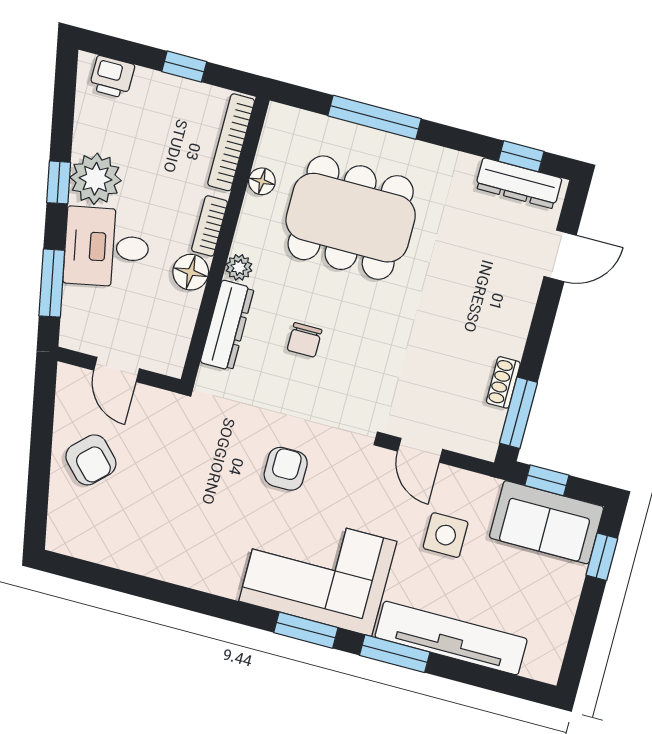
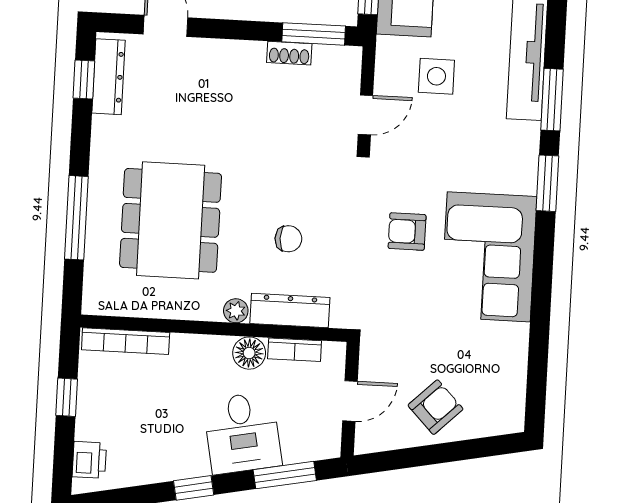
plant: (96, 179) -> (183, 456), removed
floor lamp: (262, 181) -> (155, 306), removed
bookcase: (210, 226) -> (295, 350), moved
corner sofa: (318, 571) -> (489, 257), moved

